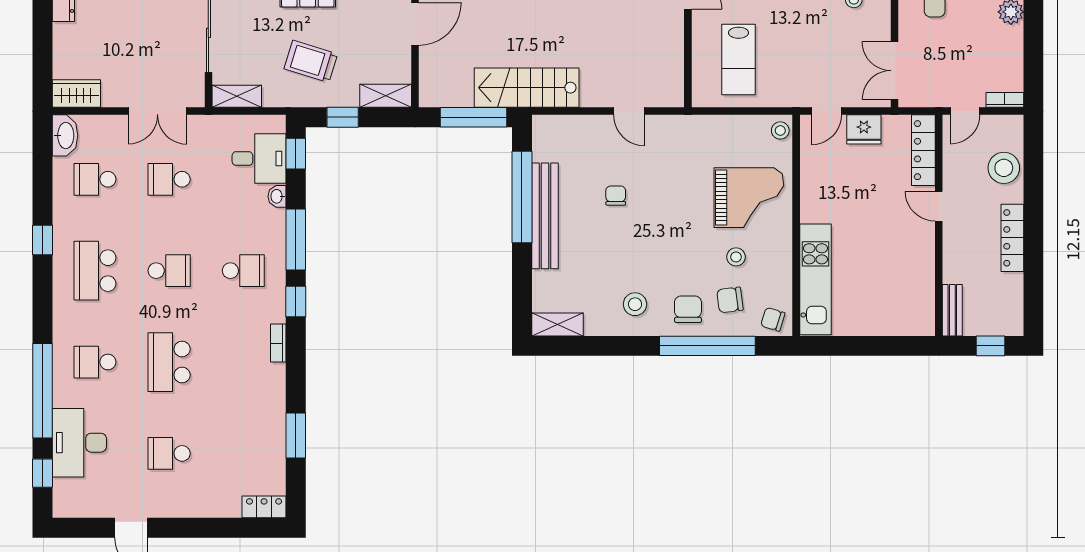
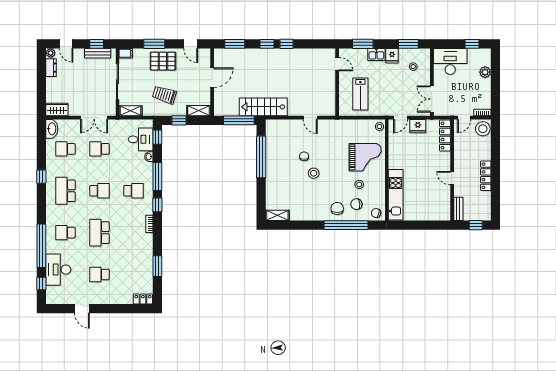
stool: (1004, 168) -> (483, 129), moved
door: (939, 206) -> (452, 178), moved
bench: (545, 216) -> (272, 166), removed
stool: (635, 304) -> (314, 173), moved

